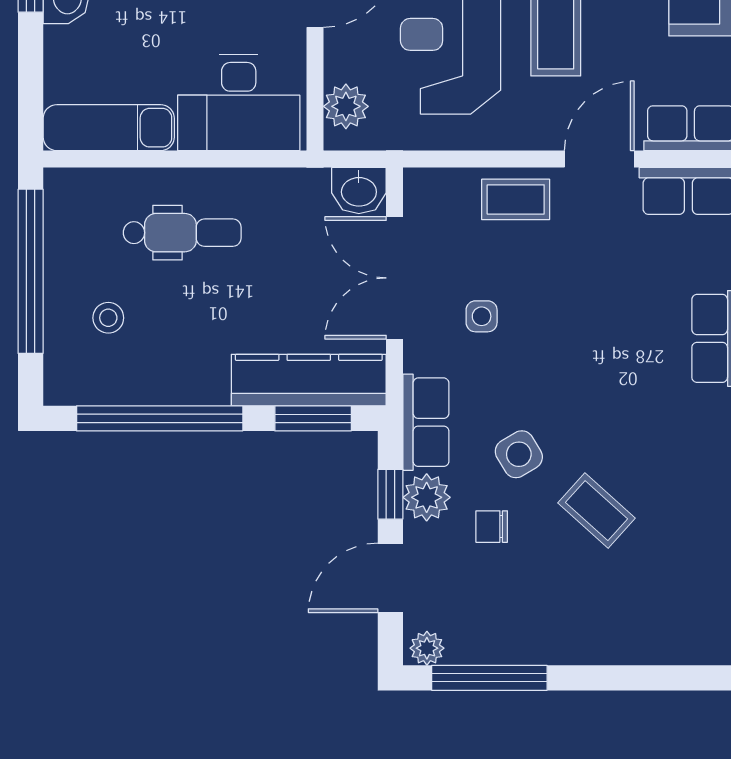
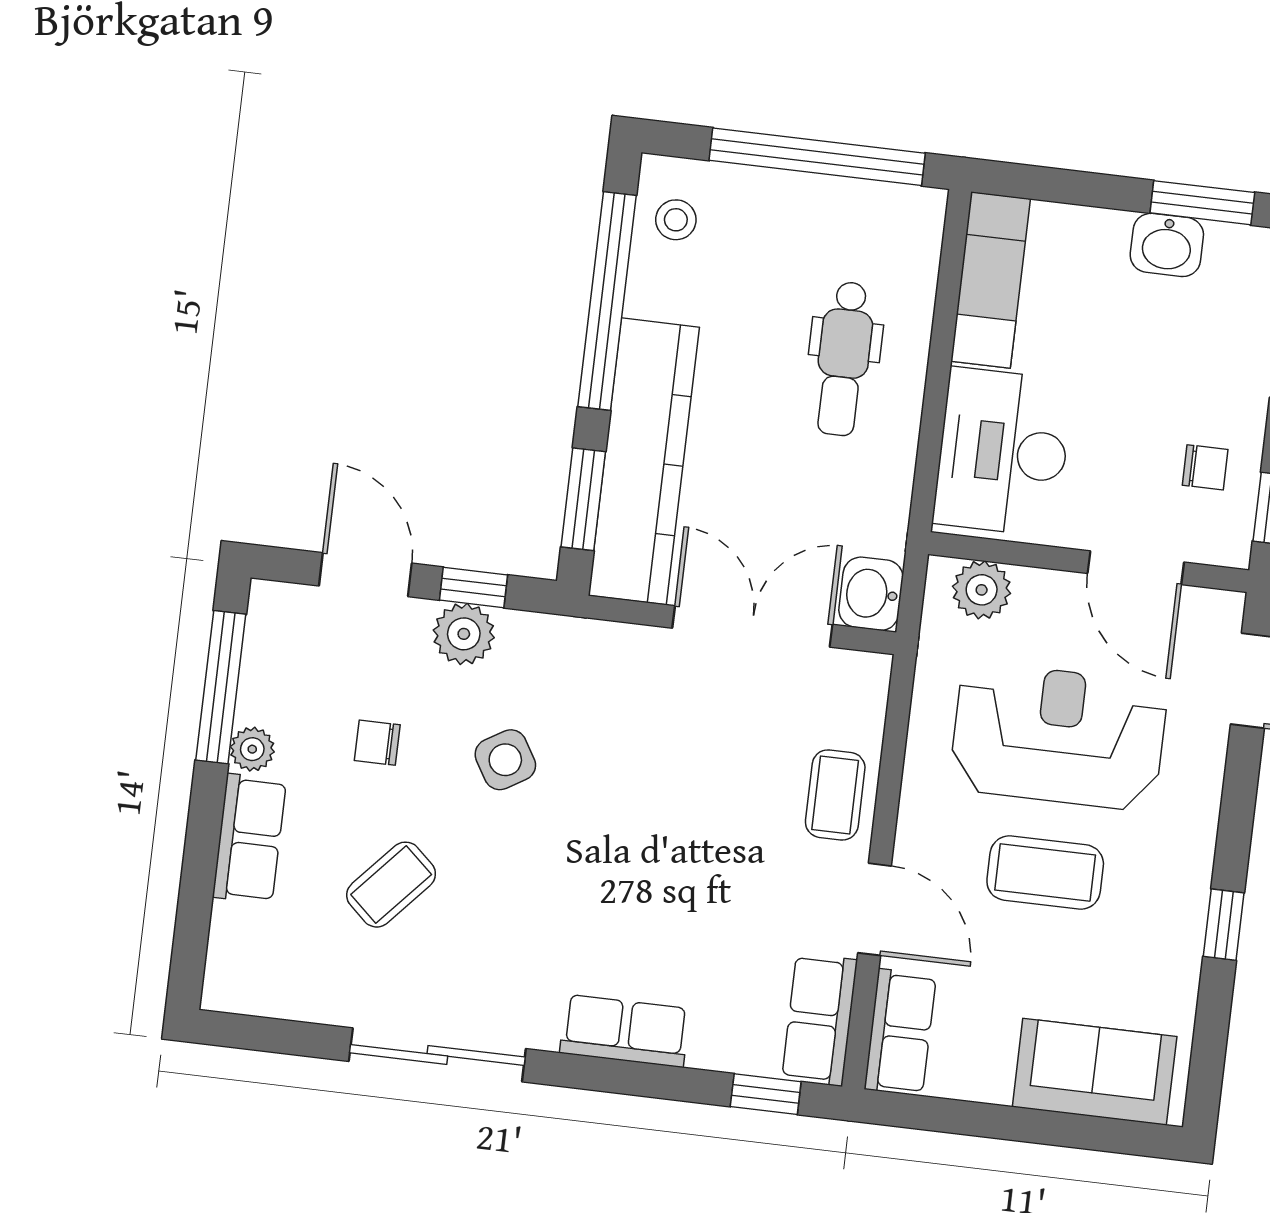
side table: (482, 316) -> (689, 733), removed
stool: (108, 318) -> (676, 220), moved
kitchen counter: (309, 380) -> (644, 461), width x1.39, depth x1.17
row of seats: (426, 422) -> (249, 839), moved, turned -90
coffee table: (596, 511) -> (391, 885), moved
chair: (492, 527) -> (377, 743), moved, turned -90
plant: (427, 648) -> (252, 749), moved

